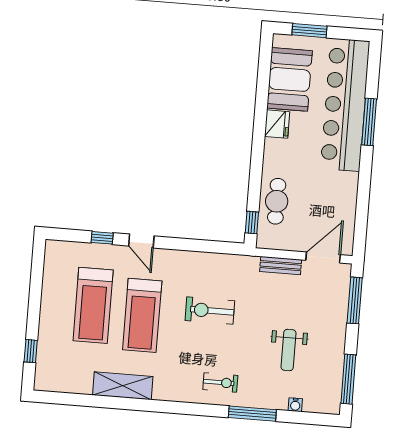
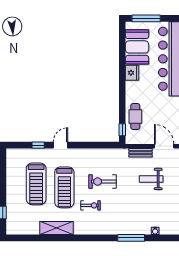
window: (309, 31) -> (146, 18), width x1.44
door: (141, 241) -> (60, 145), swing flipped
door: (323, 257) -> (164, 146), hinge flipped
weight bench: (289, 350) -> (151, 179), moved, turned 90
exercise bike: (220, 382) -> (91, 205), moved

